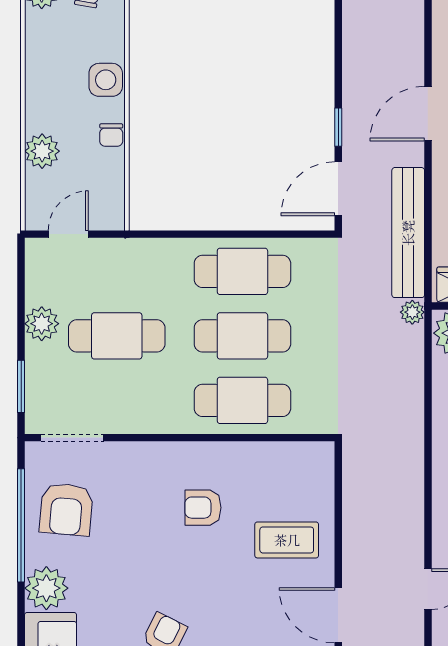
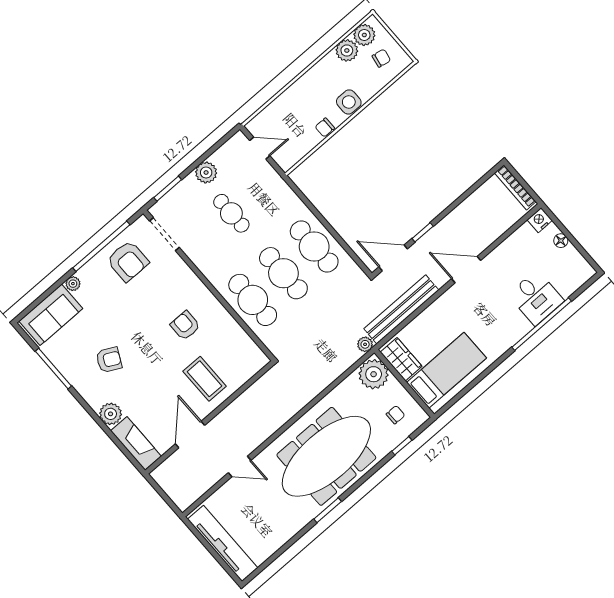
plant: (42, 151) -> (347, 50), moved
cafe table: (117, 336) -> (231, 213), width x0.73, depth x0.74
armchair: (66, 509) -> (128, 261), turned -95
plant: (46, 588) -> (73, 284), width x0.53, depth x0.53

